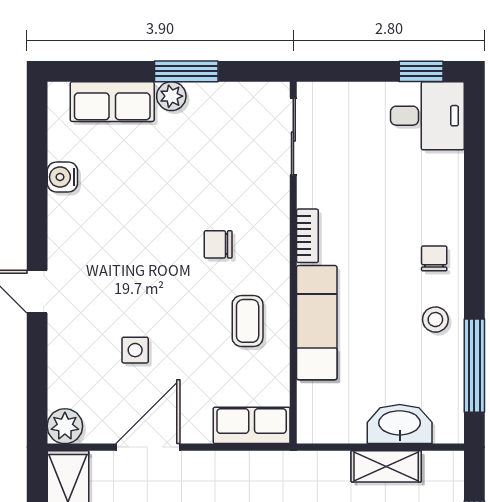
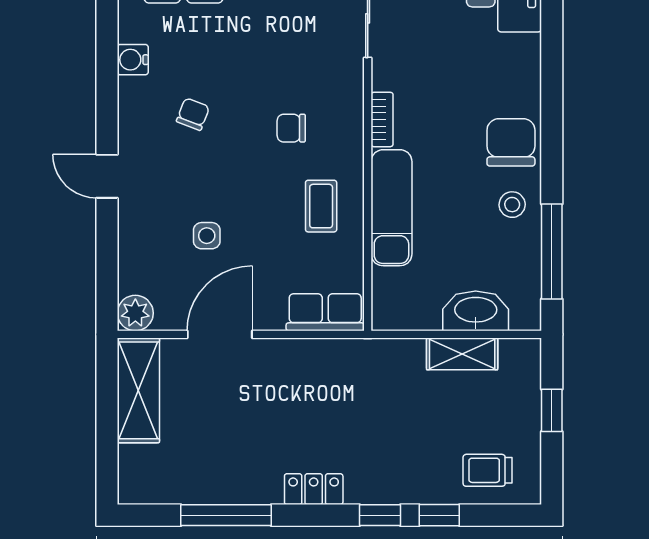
chair: (122, 231) -> (193, 114), added
chair: (434, 258) -> (511, 142), width x1.87, depth x1.87

